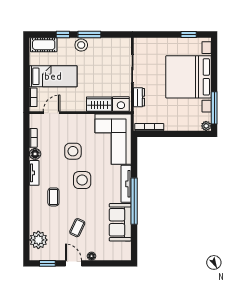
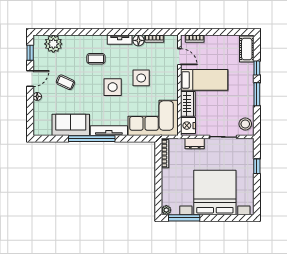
window: (189, 35) -> (257, 166), moved
stool: (81, 45) -> (245, 124), moved
bed: (53, 76) -> (204, 80), moved, turned -90

